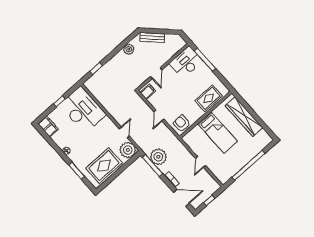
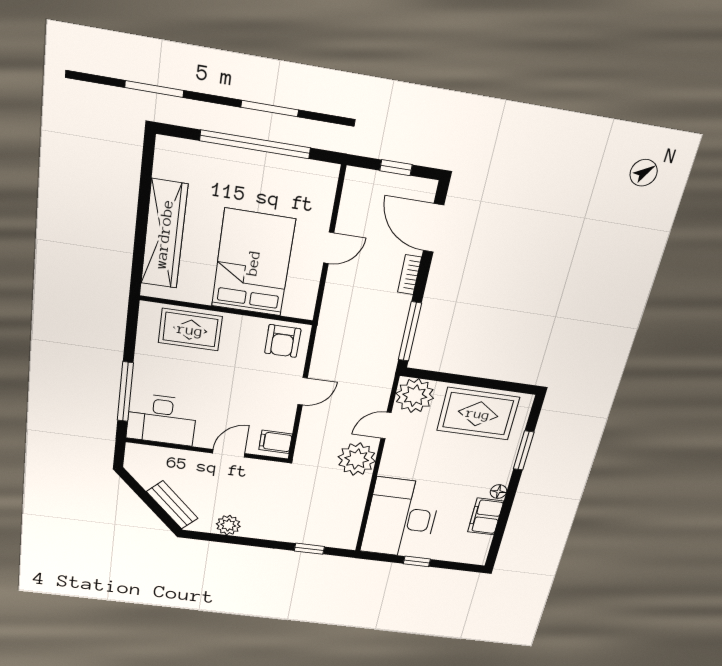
filing cabinet: (48, 126) -> (486, 516), moved
bed: (217, 132) -> (253, 263), width x1.50
plant: (158, 157) -> (357, 459), moved

